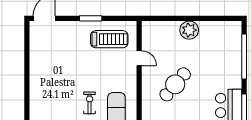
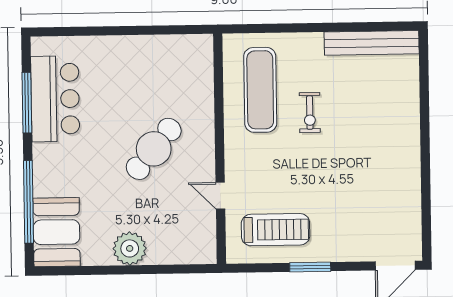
treadmill: (109, 39) -> (276, 230), turned 180
booth: (229, 40) -> (57, 232), added

